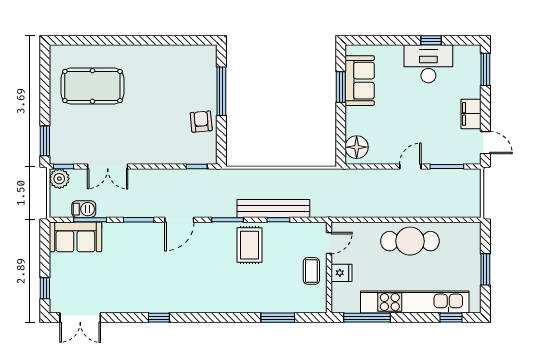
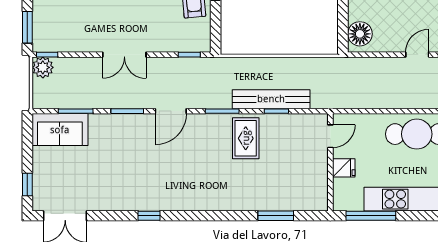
double door: (108, 167) -> (124, 55), moved
barbecue: (84, 209) -> (69, 100), removed
coffee table: (311, 271) -> (312, 166), removed

